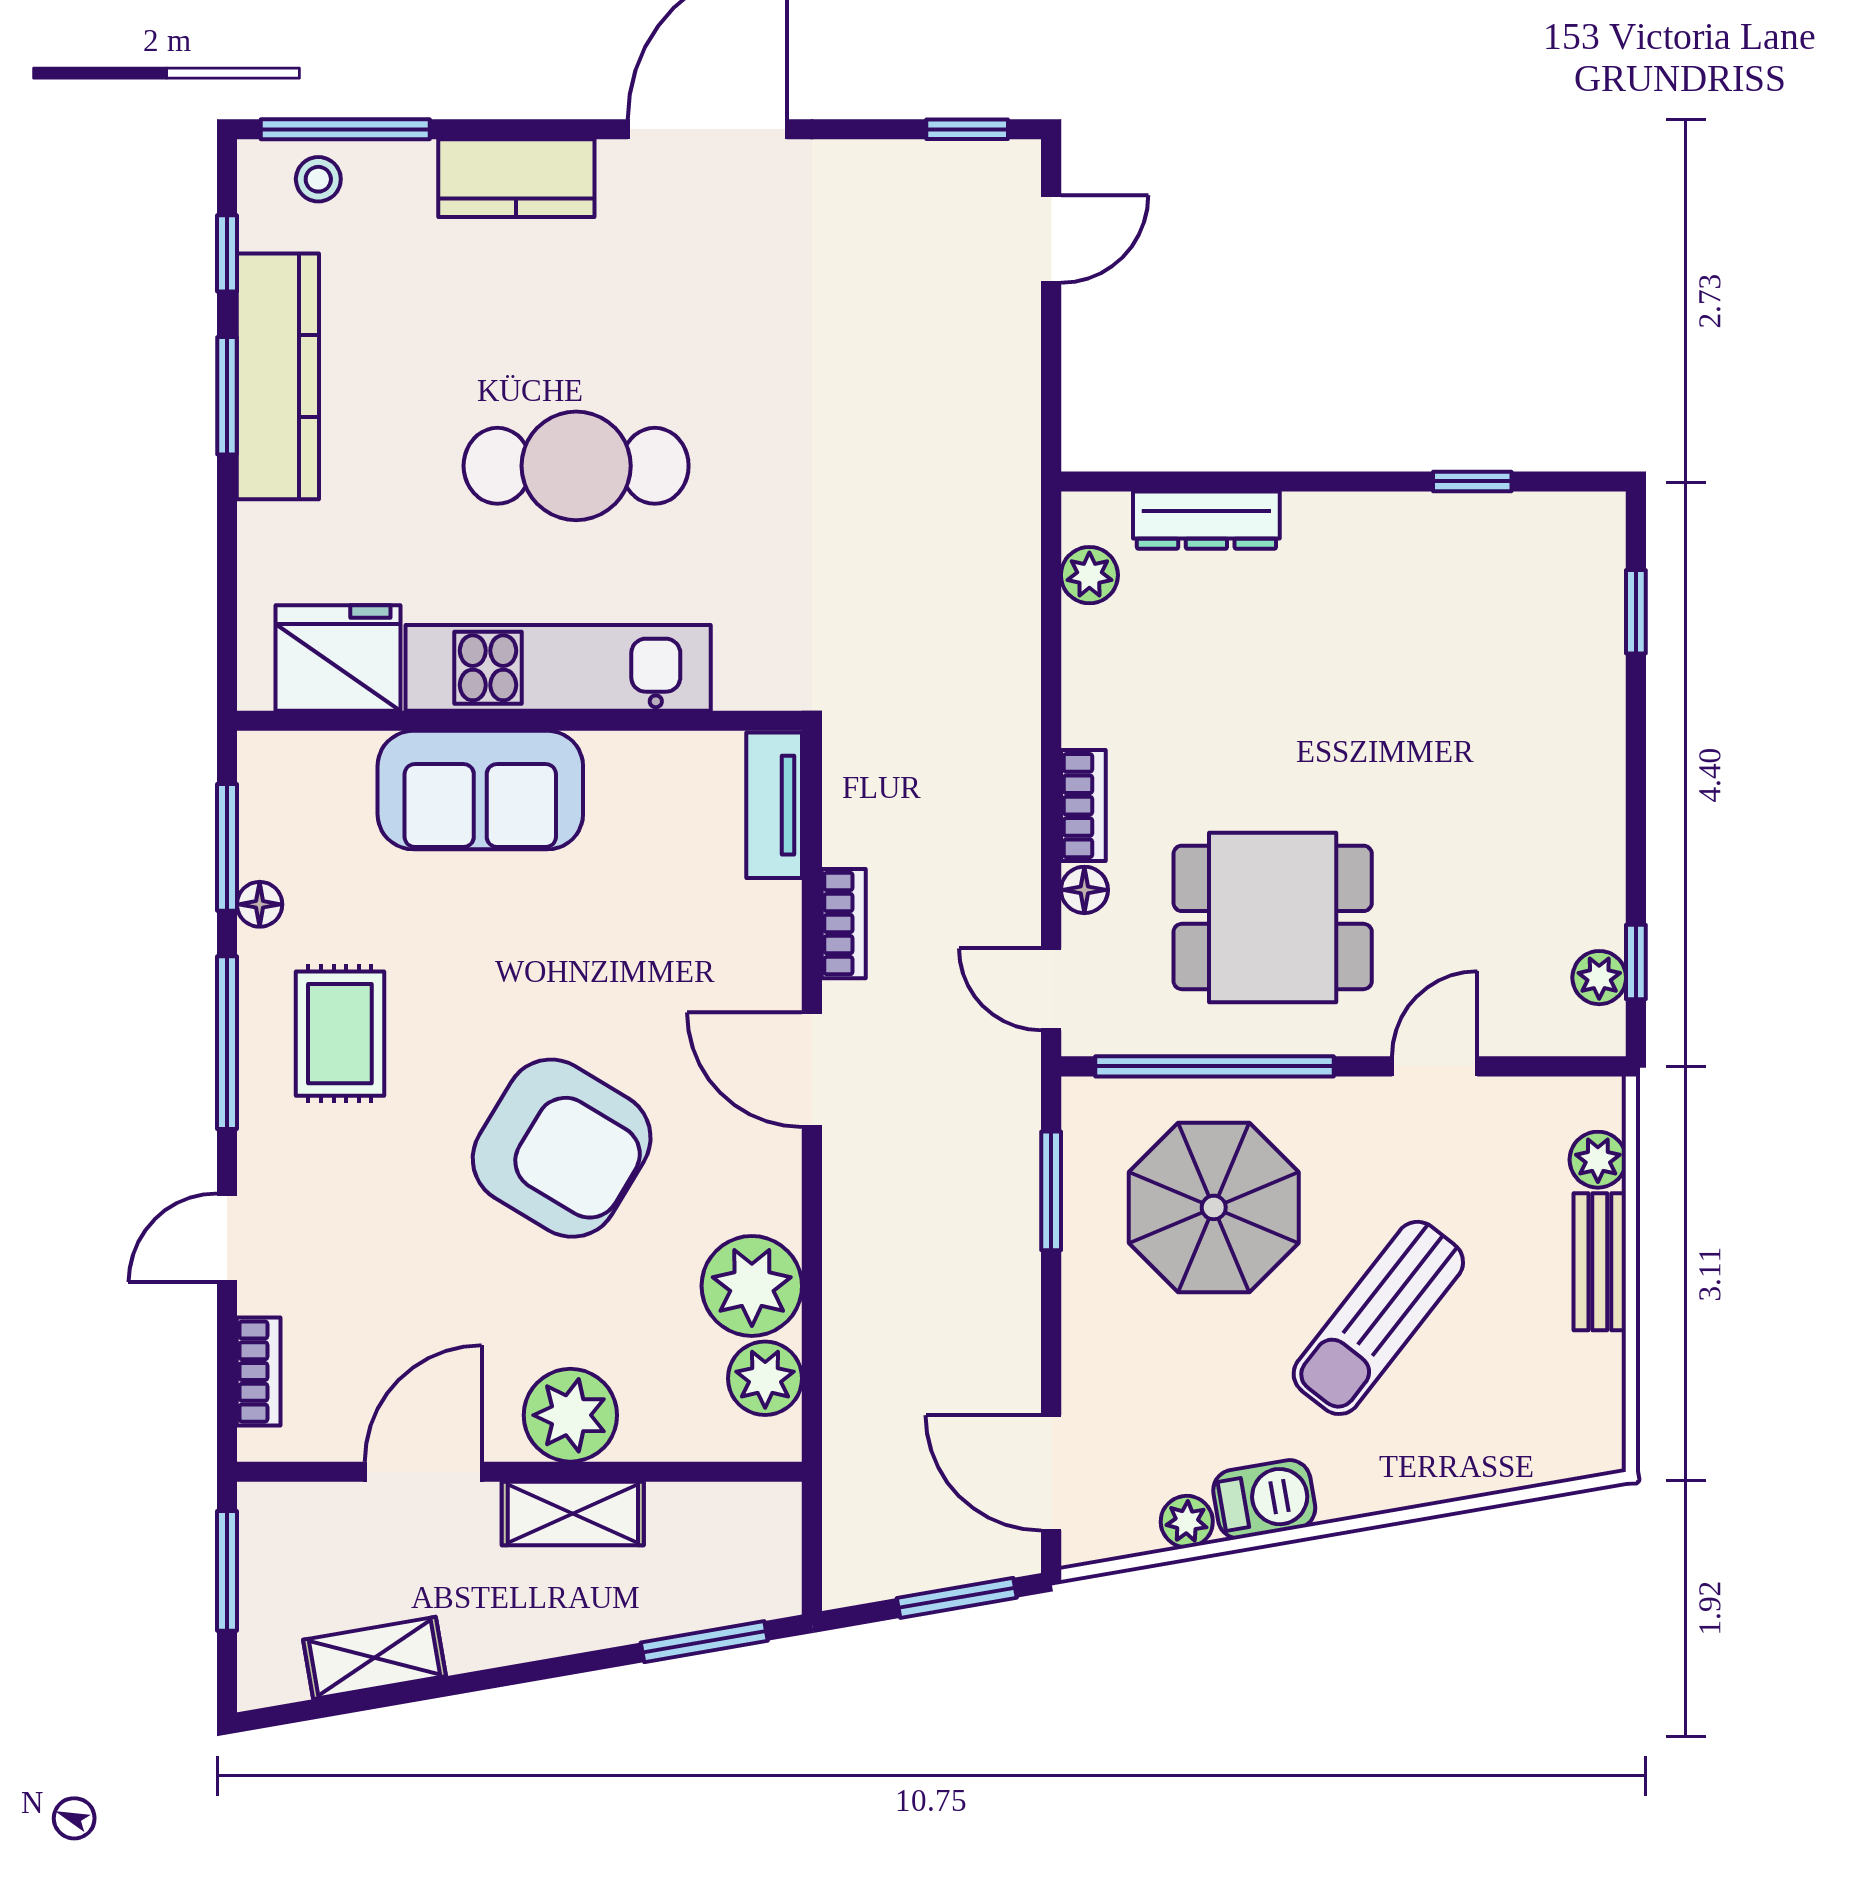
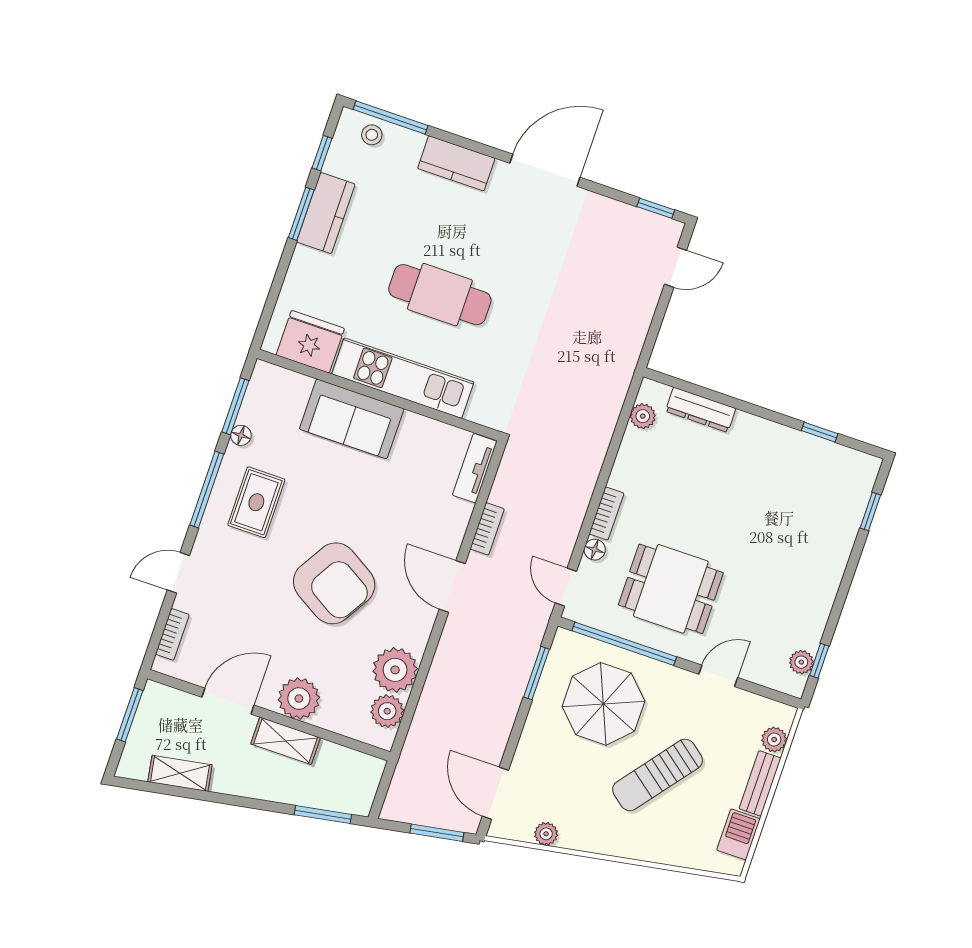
kitchen counter: (278, 376) -> (326, 213), width x0.67
barbecue: (1264, 1499) -> (739, 834), moved, turned -80

